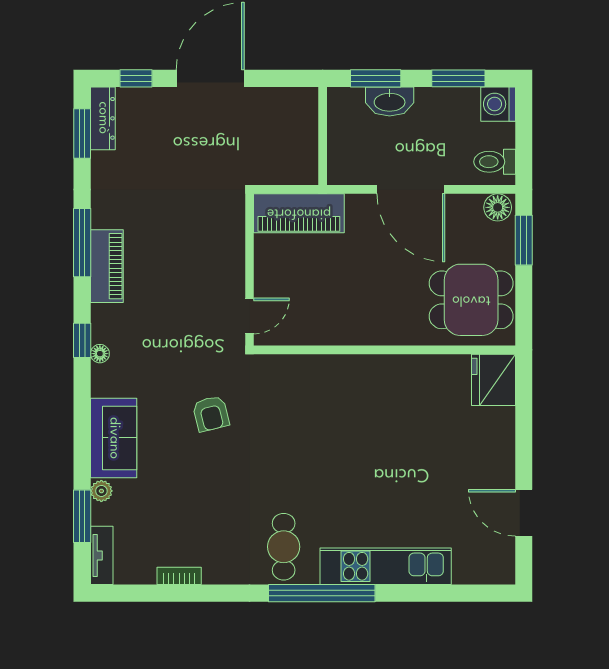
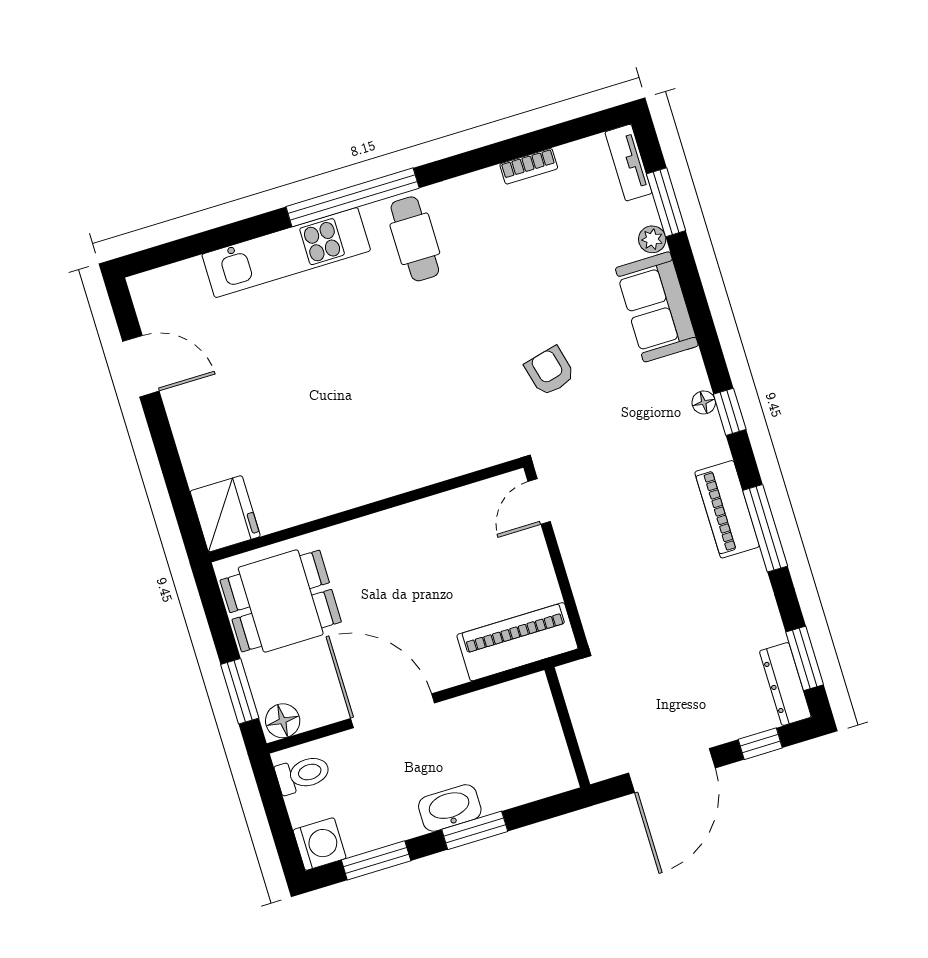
wall: (323, 136) -> (567, 727), moved

